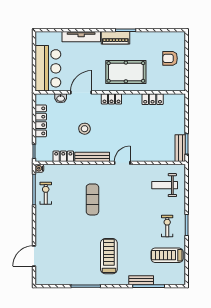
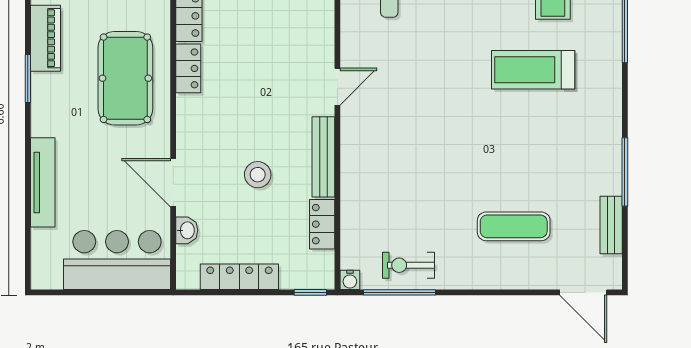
piano: (115, 38) -> (45, 38), moved
locker: (111, 99) -> (188, 68), moved
door: (122, 163) -> (337, 87), swing flipped
exercise mat: (92, 199) -> (514, 226), moved
door: (34, 256) -> (583, 292), moved
treadmill: (109, 256) -> (533, 70), moved
bench: (141, 280) -> (611, 225), moved

